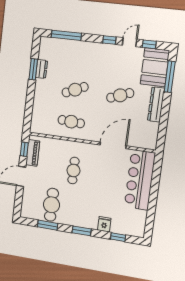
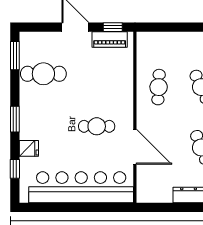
cafe table: (73, 171) -> (97, 126), moved
bar counter: (140, 180) -> (81, 187), width x1.36
window: (48, 225) -> (15, 56), moved

